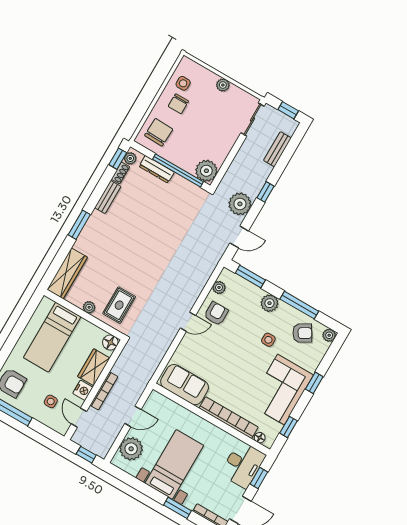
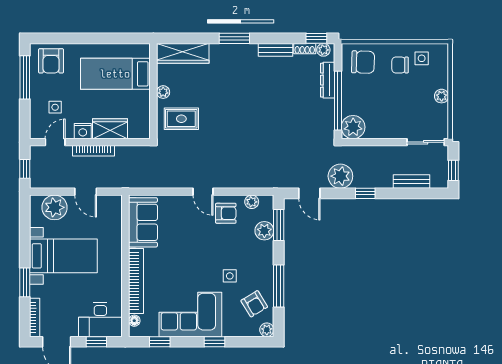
plant: (269, 303) -> (264, 231), moved
floor lamp: (110, 343) -> (142, 131), removed

